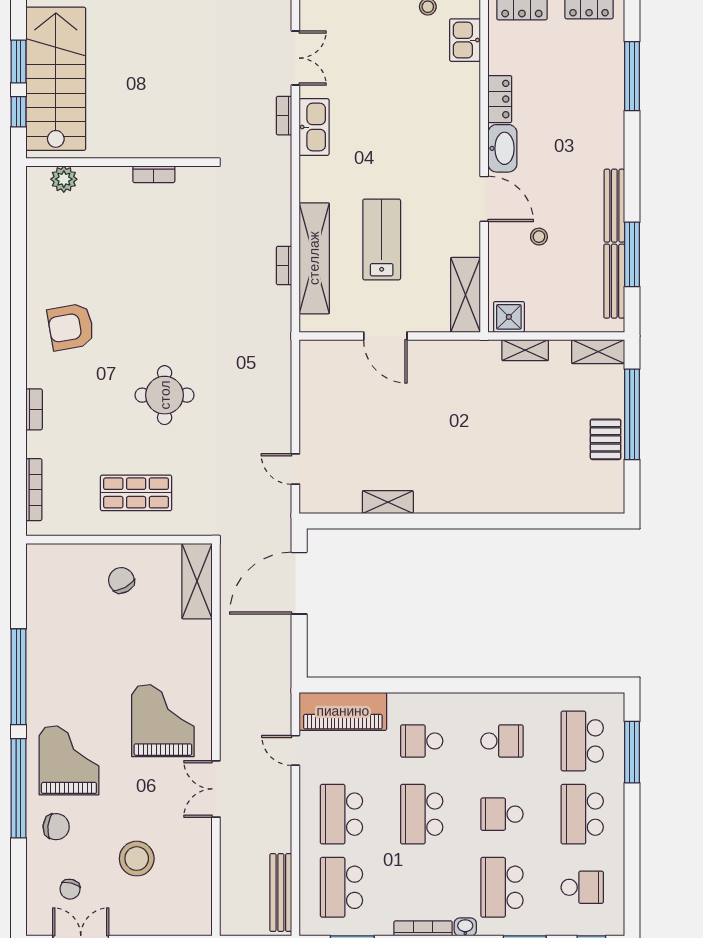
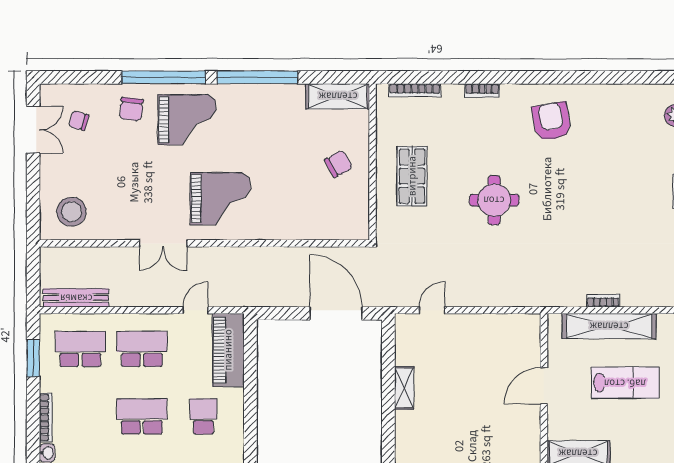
shelving: (197, 581) -> (338, 96), moved
double door: (216, 789) -> (163, 243), swing flipped
stool: (137, 859) -> (72, 212), moved

